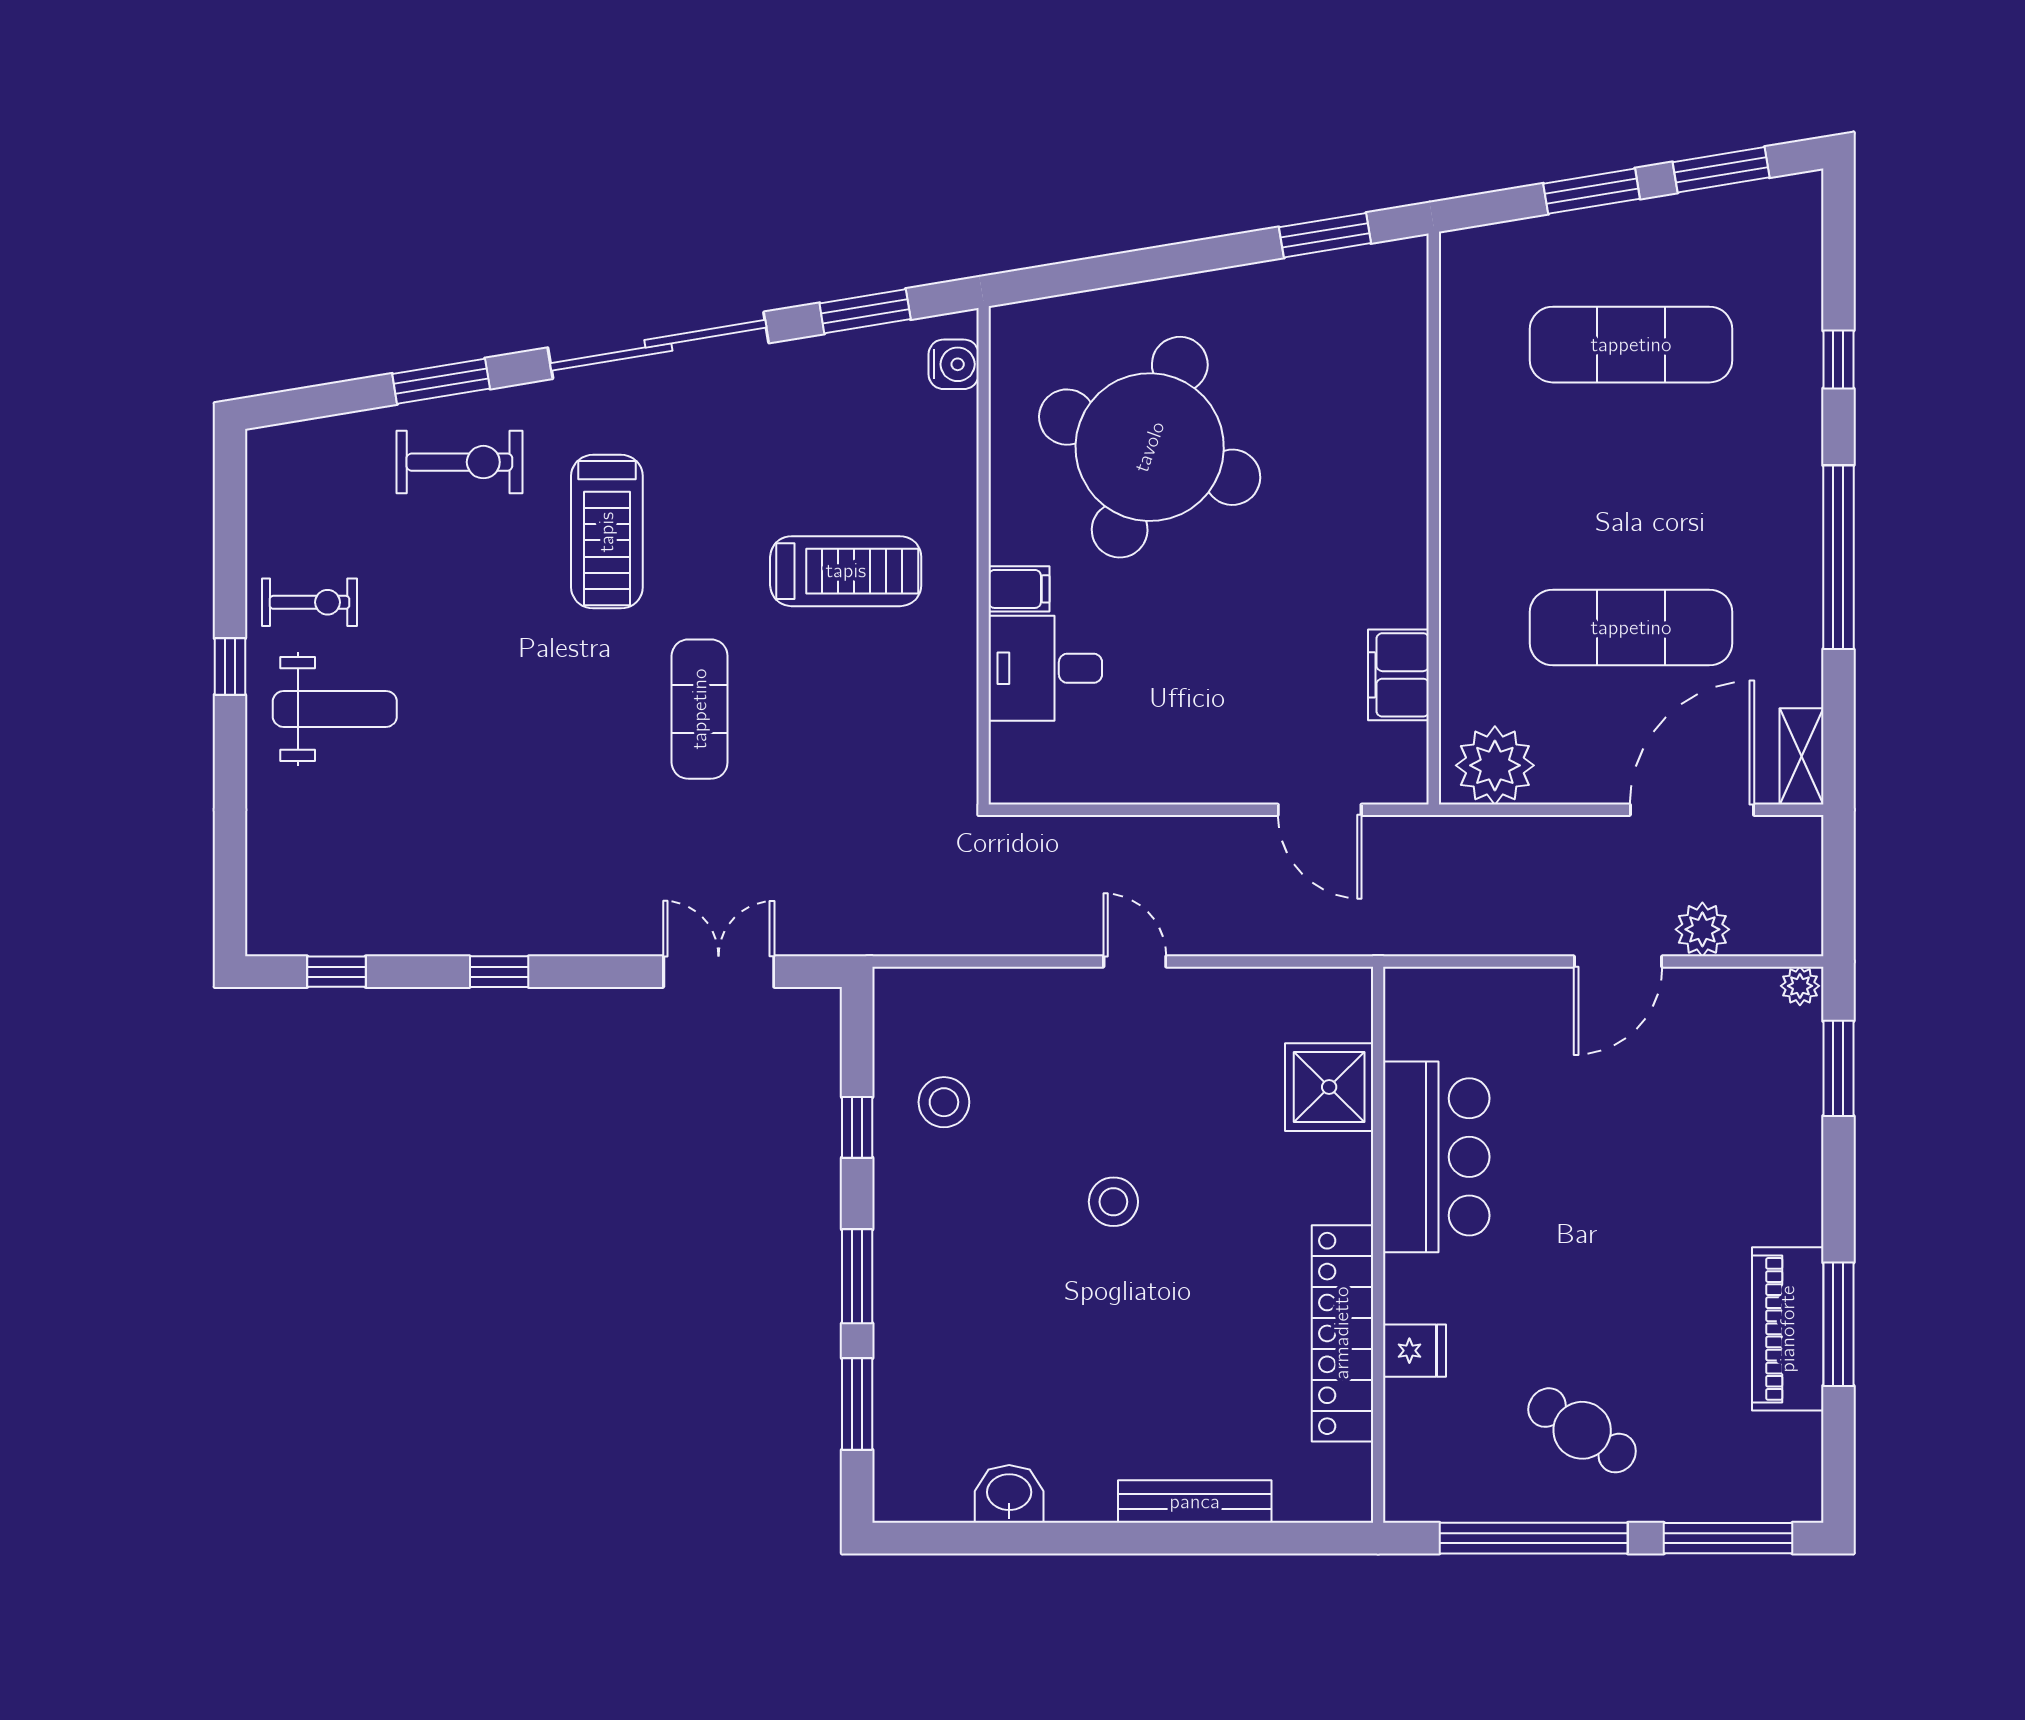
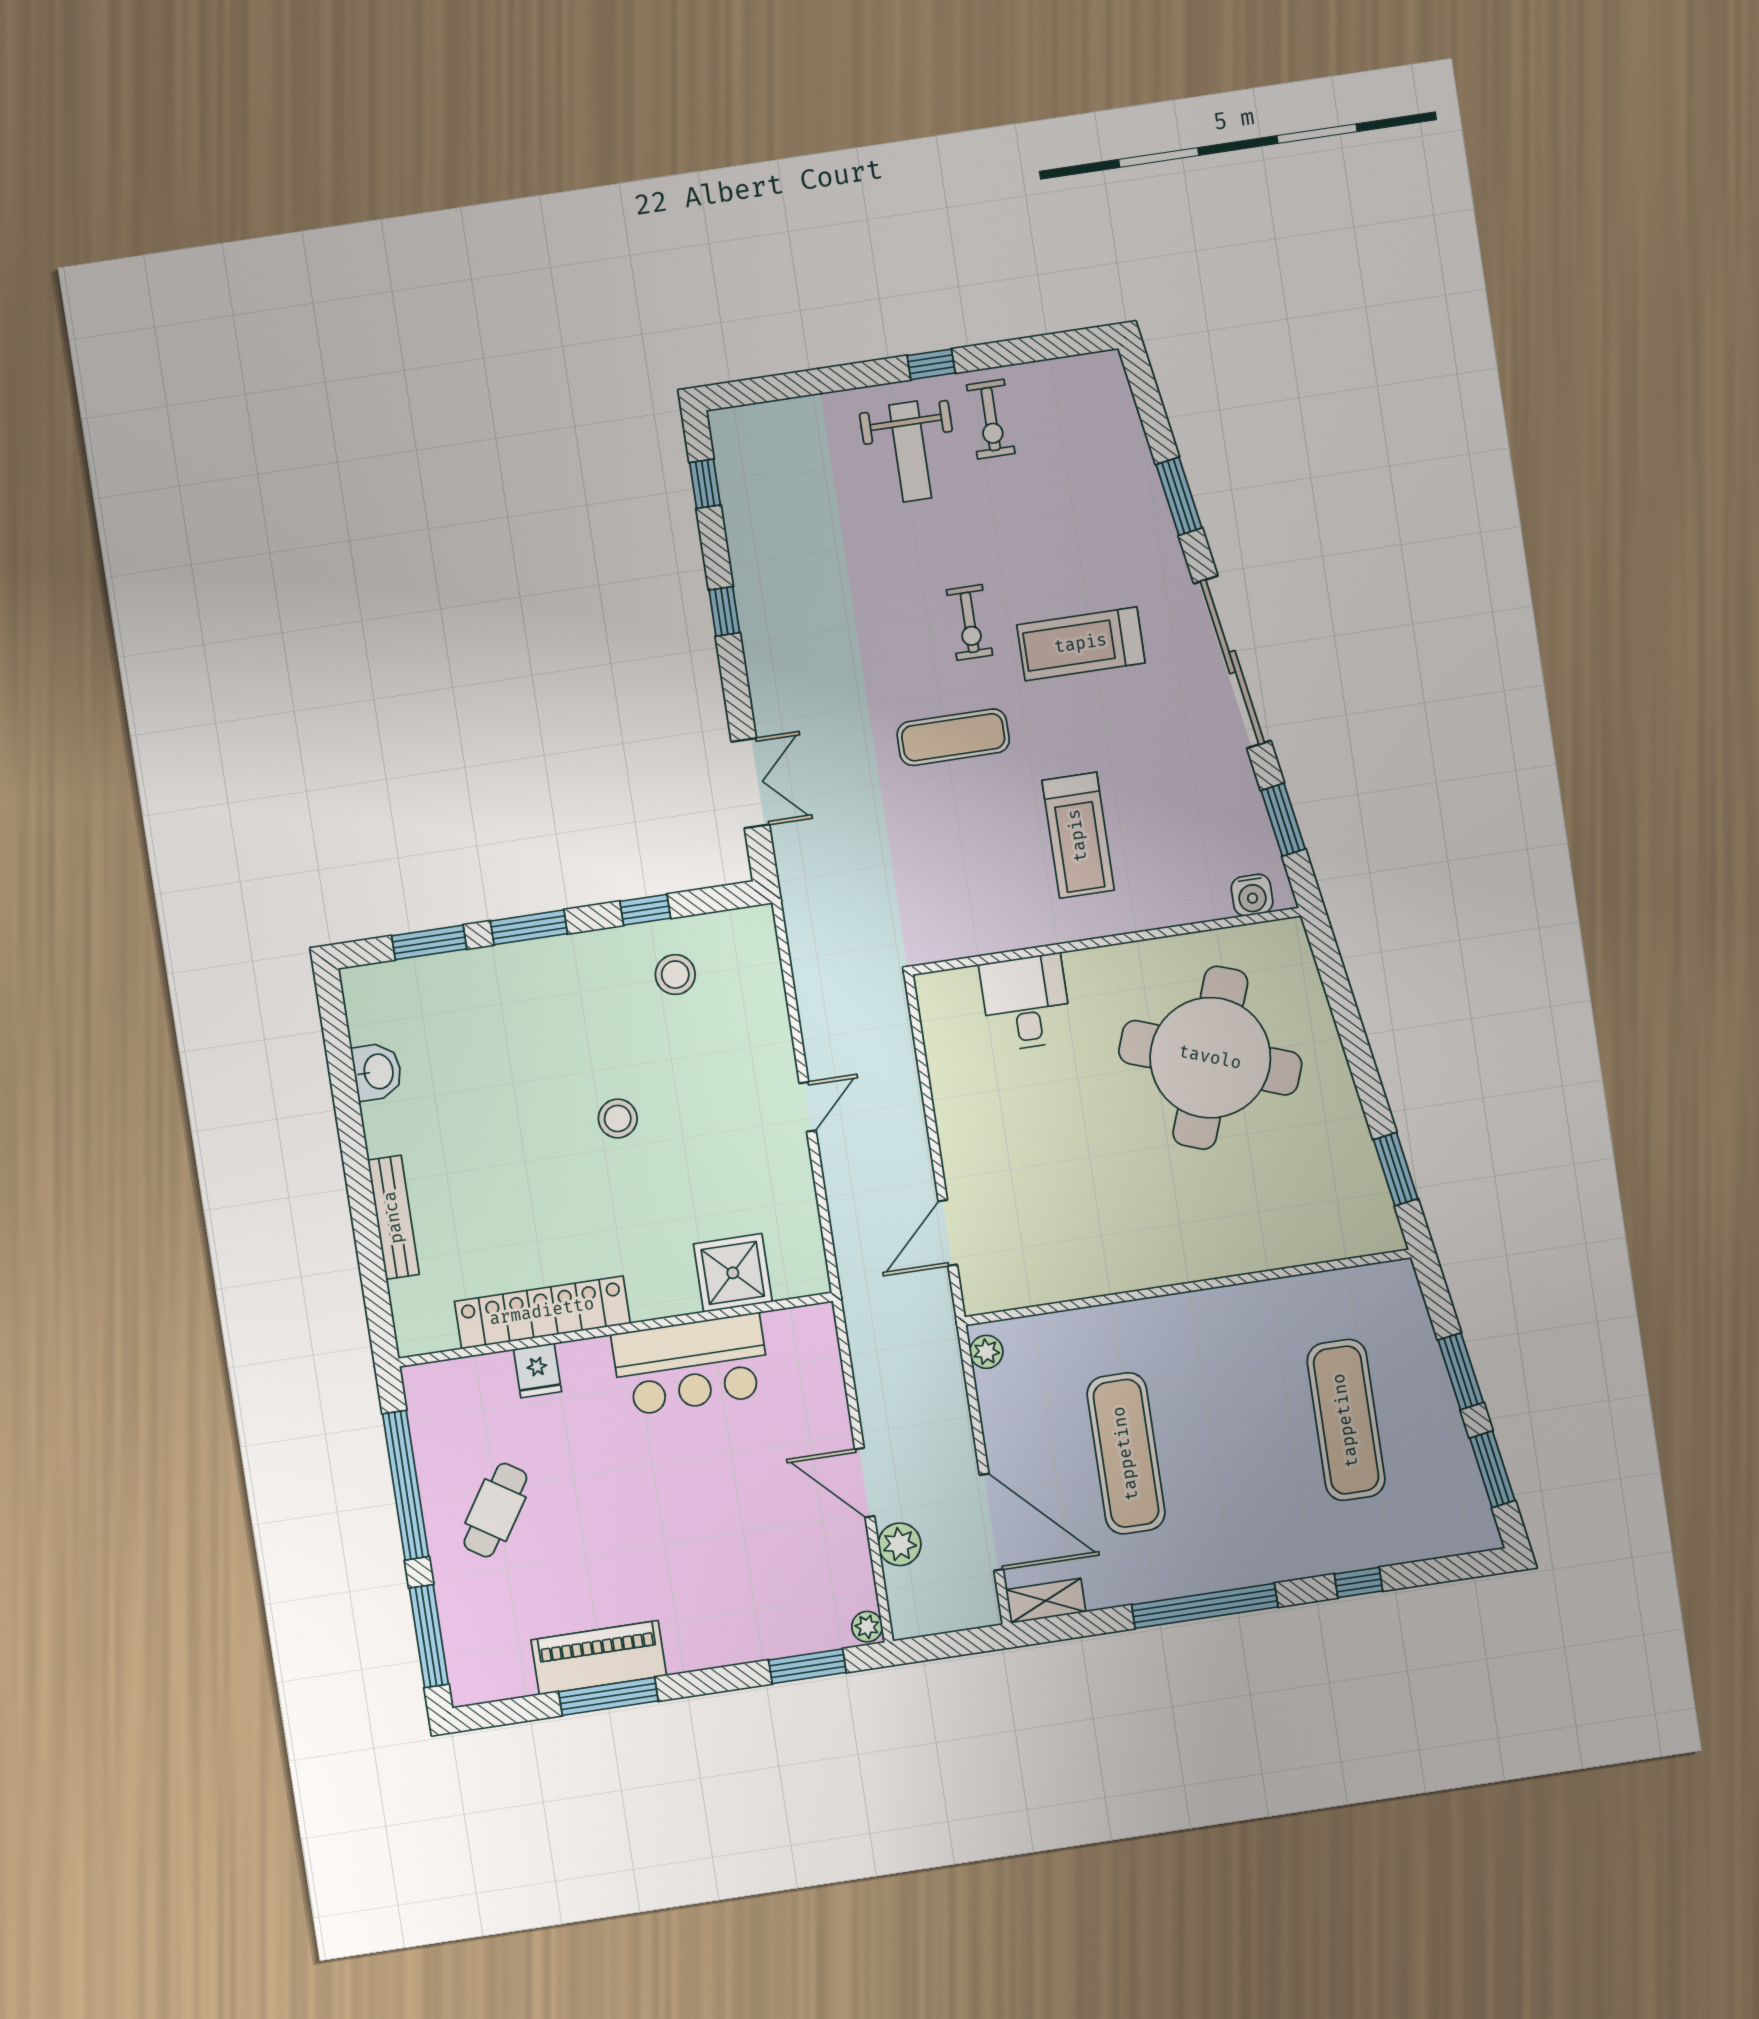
exercise bike: (459, 462) -> (970, 622), moved, width x0.73, depth x0.72
filing cabinet: (1019, 589) -> (1084, 973), removed
filing cabinet: (1398, 675) -> (1062, 1278), removed
plant: (1495, 765) -> (986, 1352), width x0.53, depth x0.53

